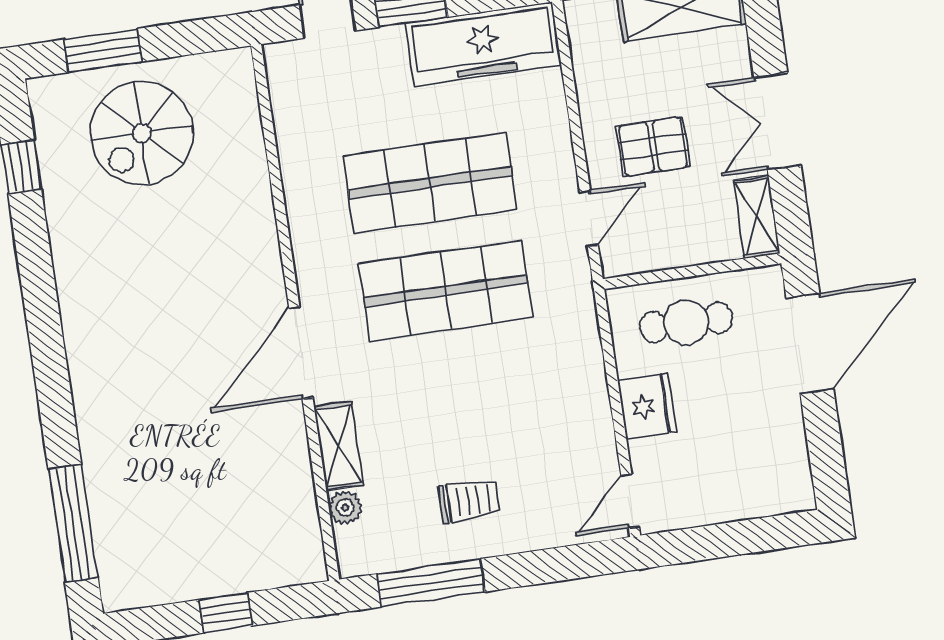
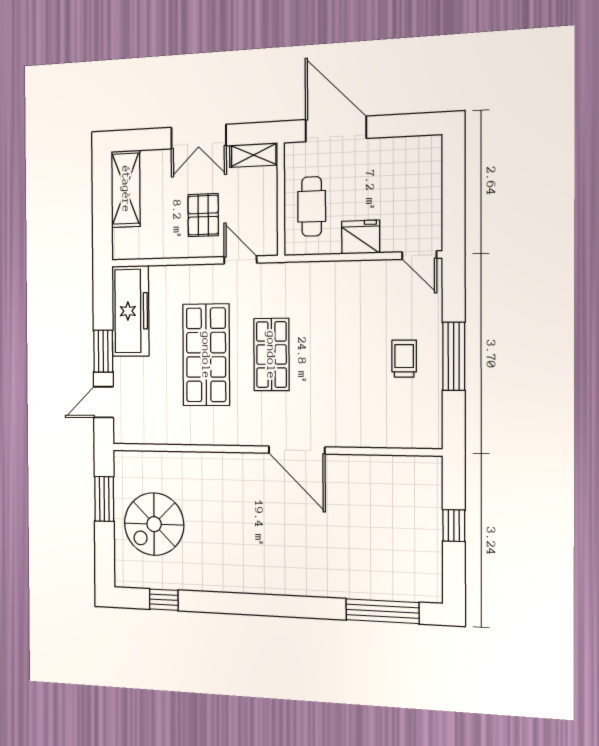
window: (103, 51) -> (104, 499), moved
spiral stairs: (142, 133) -> (154, 524), turned 90
shop shelf: (446, 291) -> (271, 355), width x0.70, depth x0.74
shelving: (339, 446) -> (358, 436), removed
plant: (345, 508) -> (397, 438), removed
window: (431, 583) -> (454, 356), moved

